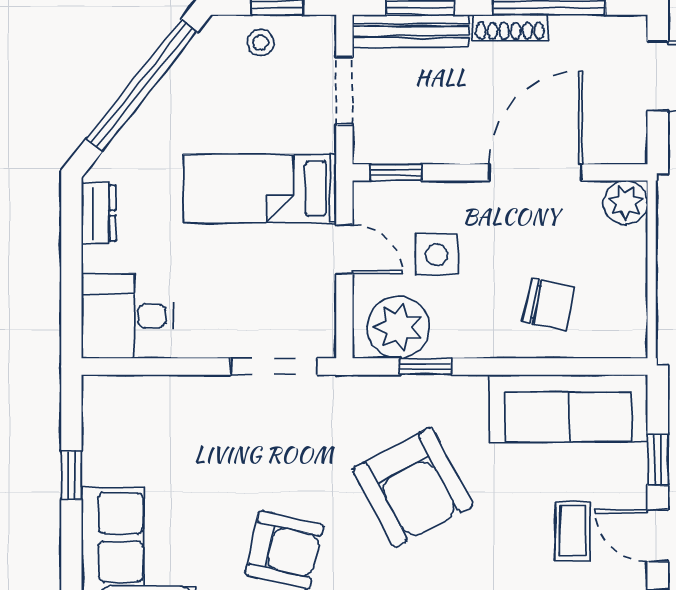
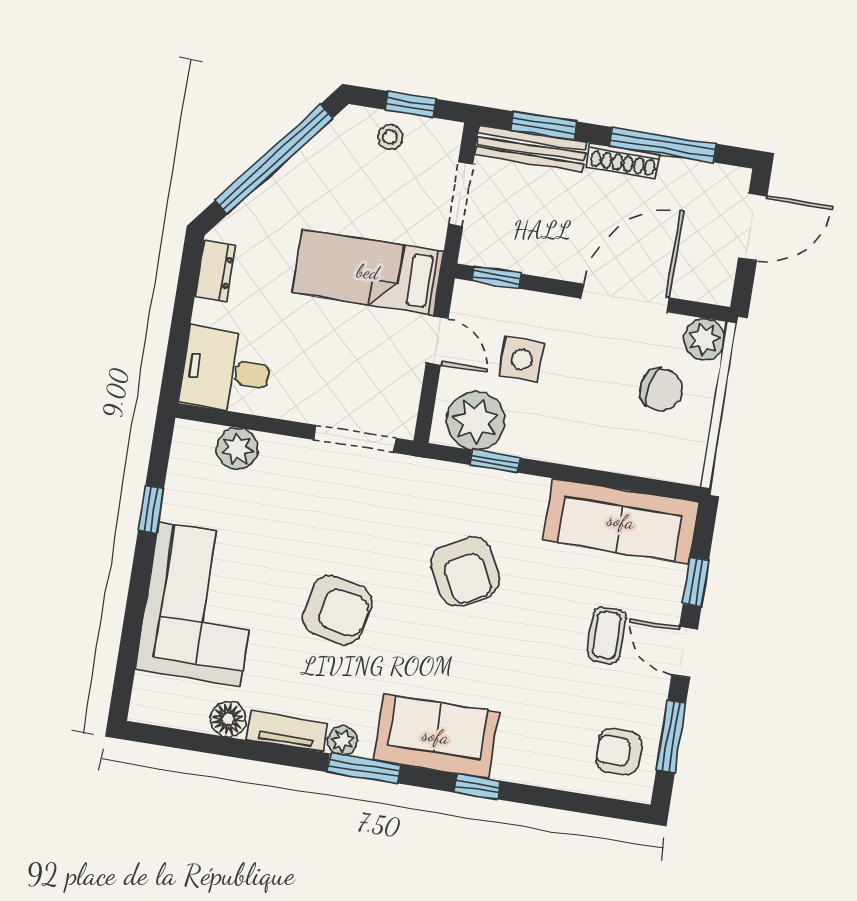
chair: (549, 304) -> (661, 389), moved
plant: (152, 397) -> (237, 449), added
armchair: (413, 487) -> (465, 571), width x0.73, depth x0.73

